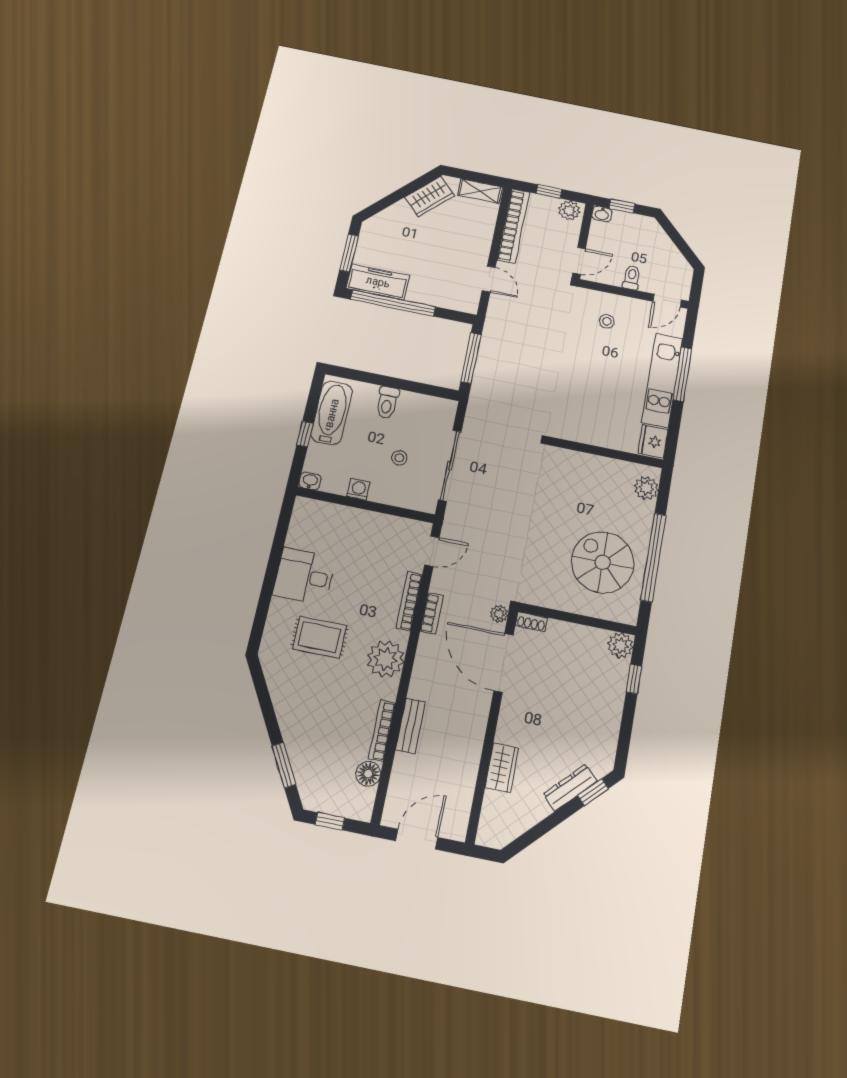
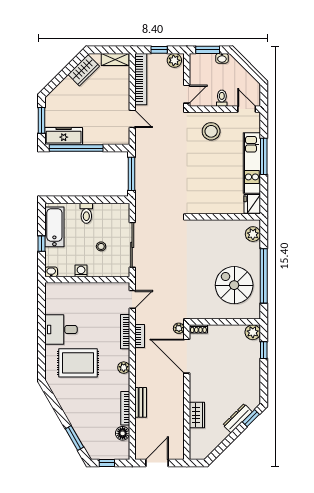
window: (622, 206) -> (208, 50), width x1.50
washbasin: (602, 214) -> (222, 58), moved
door: (667, 301) -> (247, 109), swing flipped
stool: (607, 321) -> (211, 131), width x1.89, depth x1.89
rug: (320, 637) -> (78, 363), width x1.36, depth x1.43
plant: (386, 659) -> (124, 368), width x0.53, depth x0.53

